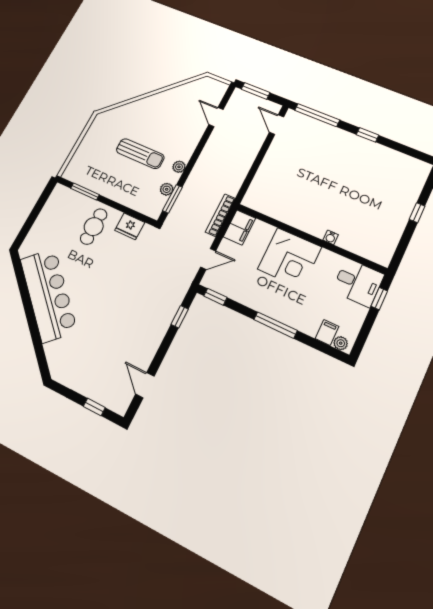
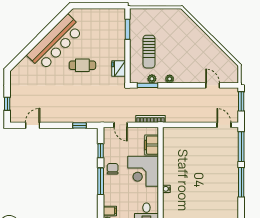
door: (216, 117) -> (213, 85), hinge flipped
door: (277, 125) -> (224, 125), hinge flipped
window: (368, 135) -> (241, 182), width x2.17
sun lounger: (140, 154) -> (149, 52), moved
cafe table: (94, 227) -> (82, 65), moved
filing cabinet: (239, 227) -> (152, 145), moved, turned 90
window: (215, 297) -> (101, 151), moved
chair: (265, 299) -> (113, 169), added

